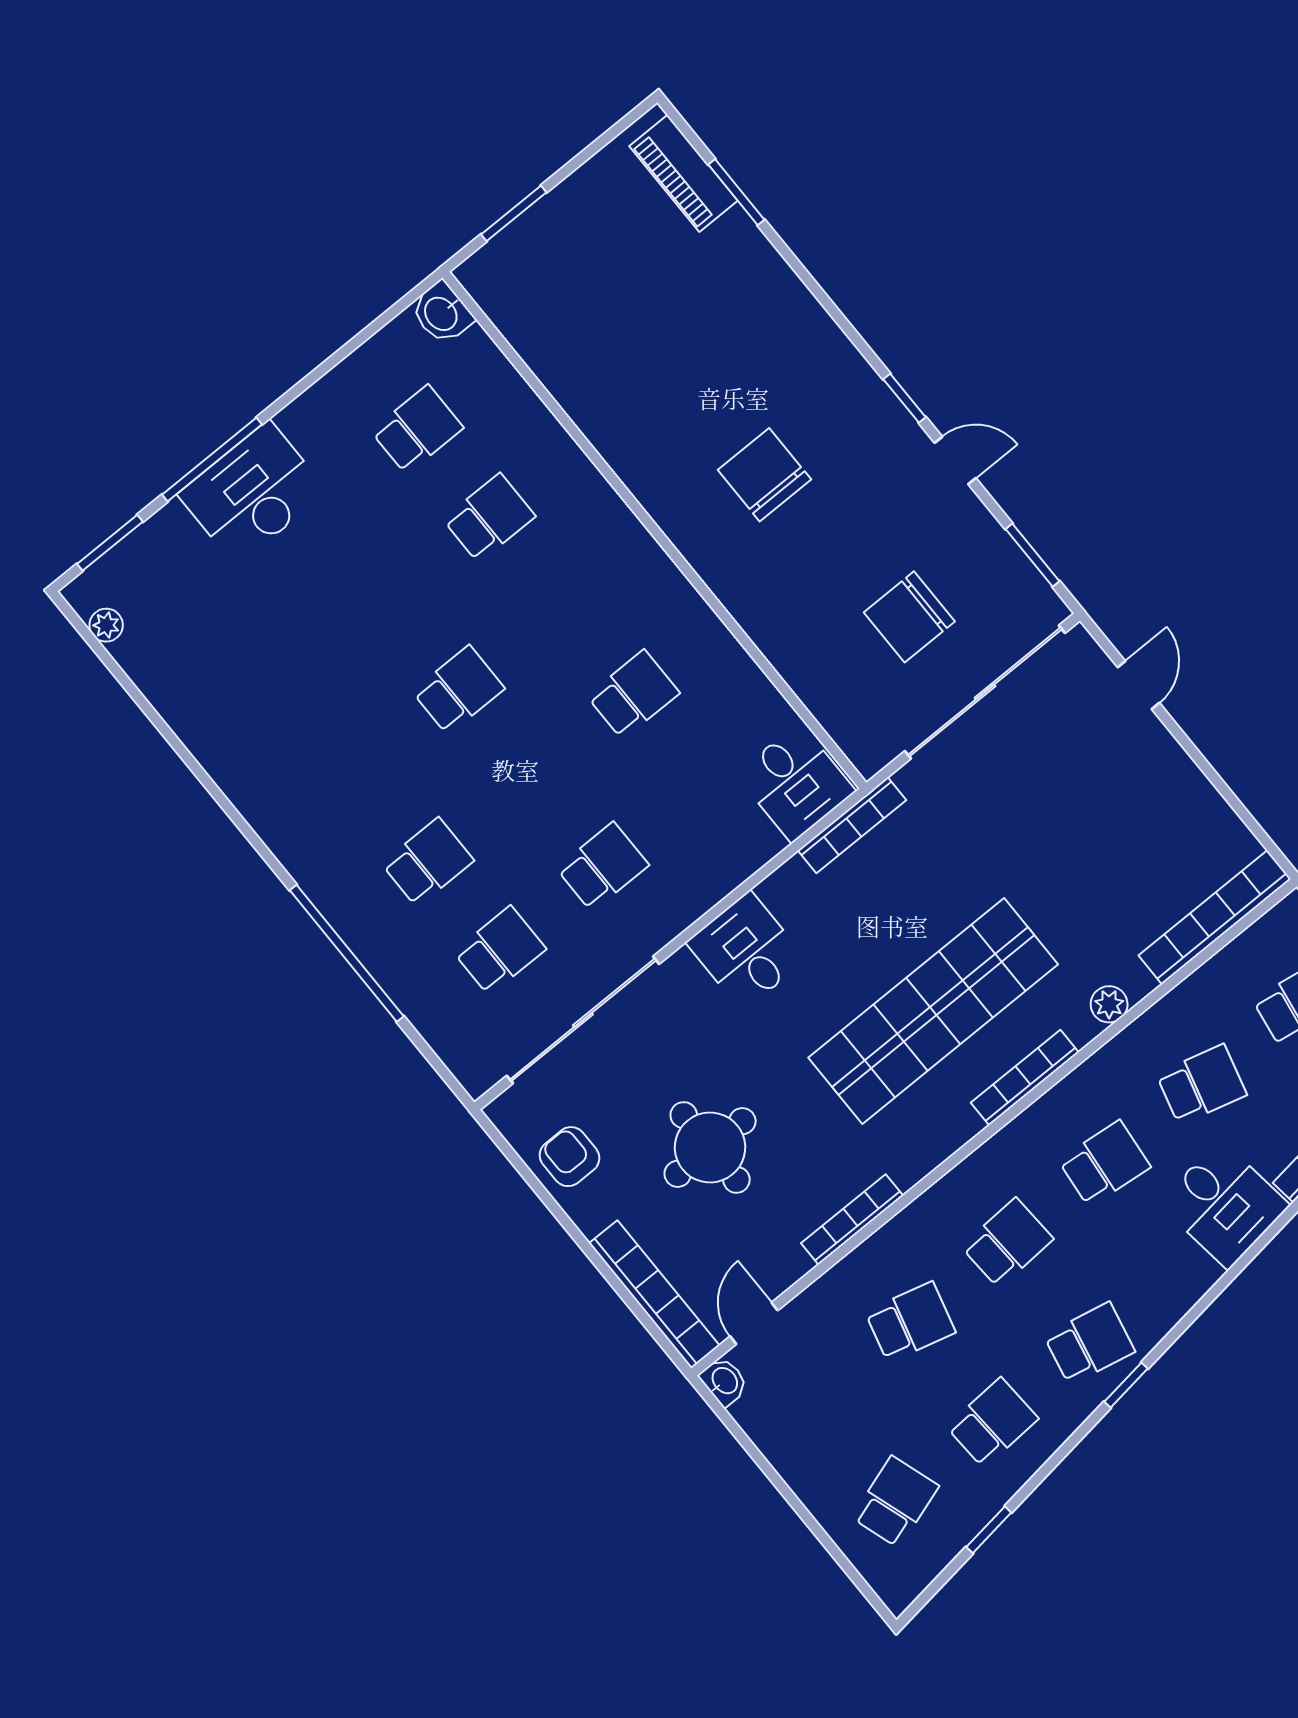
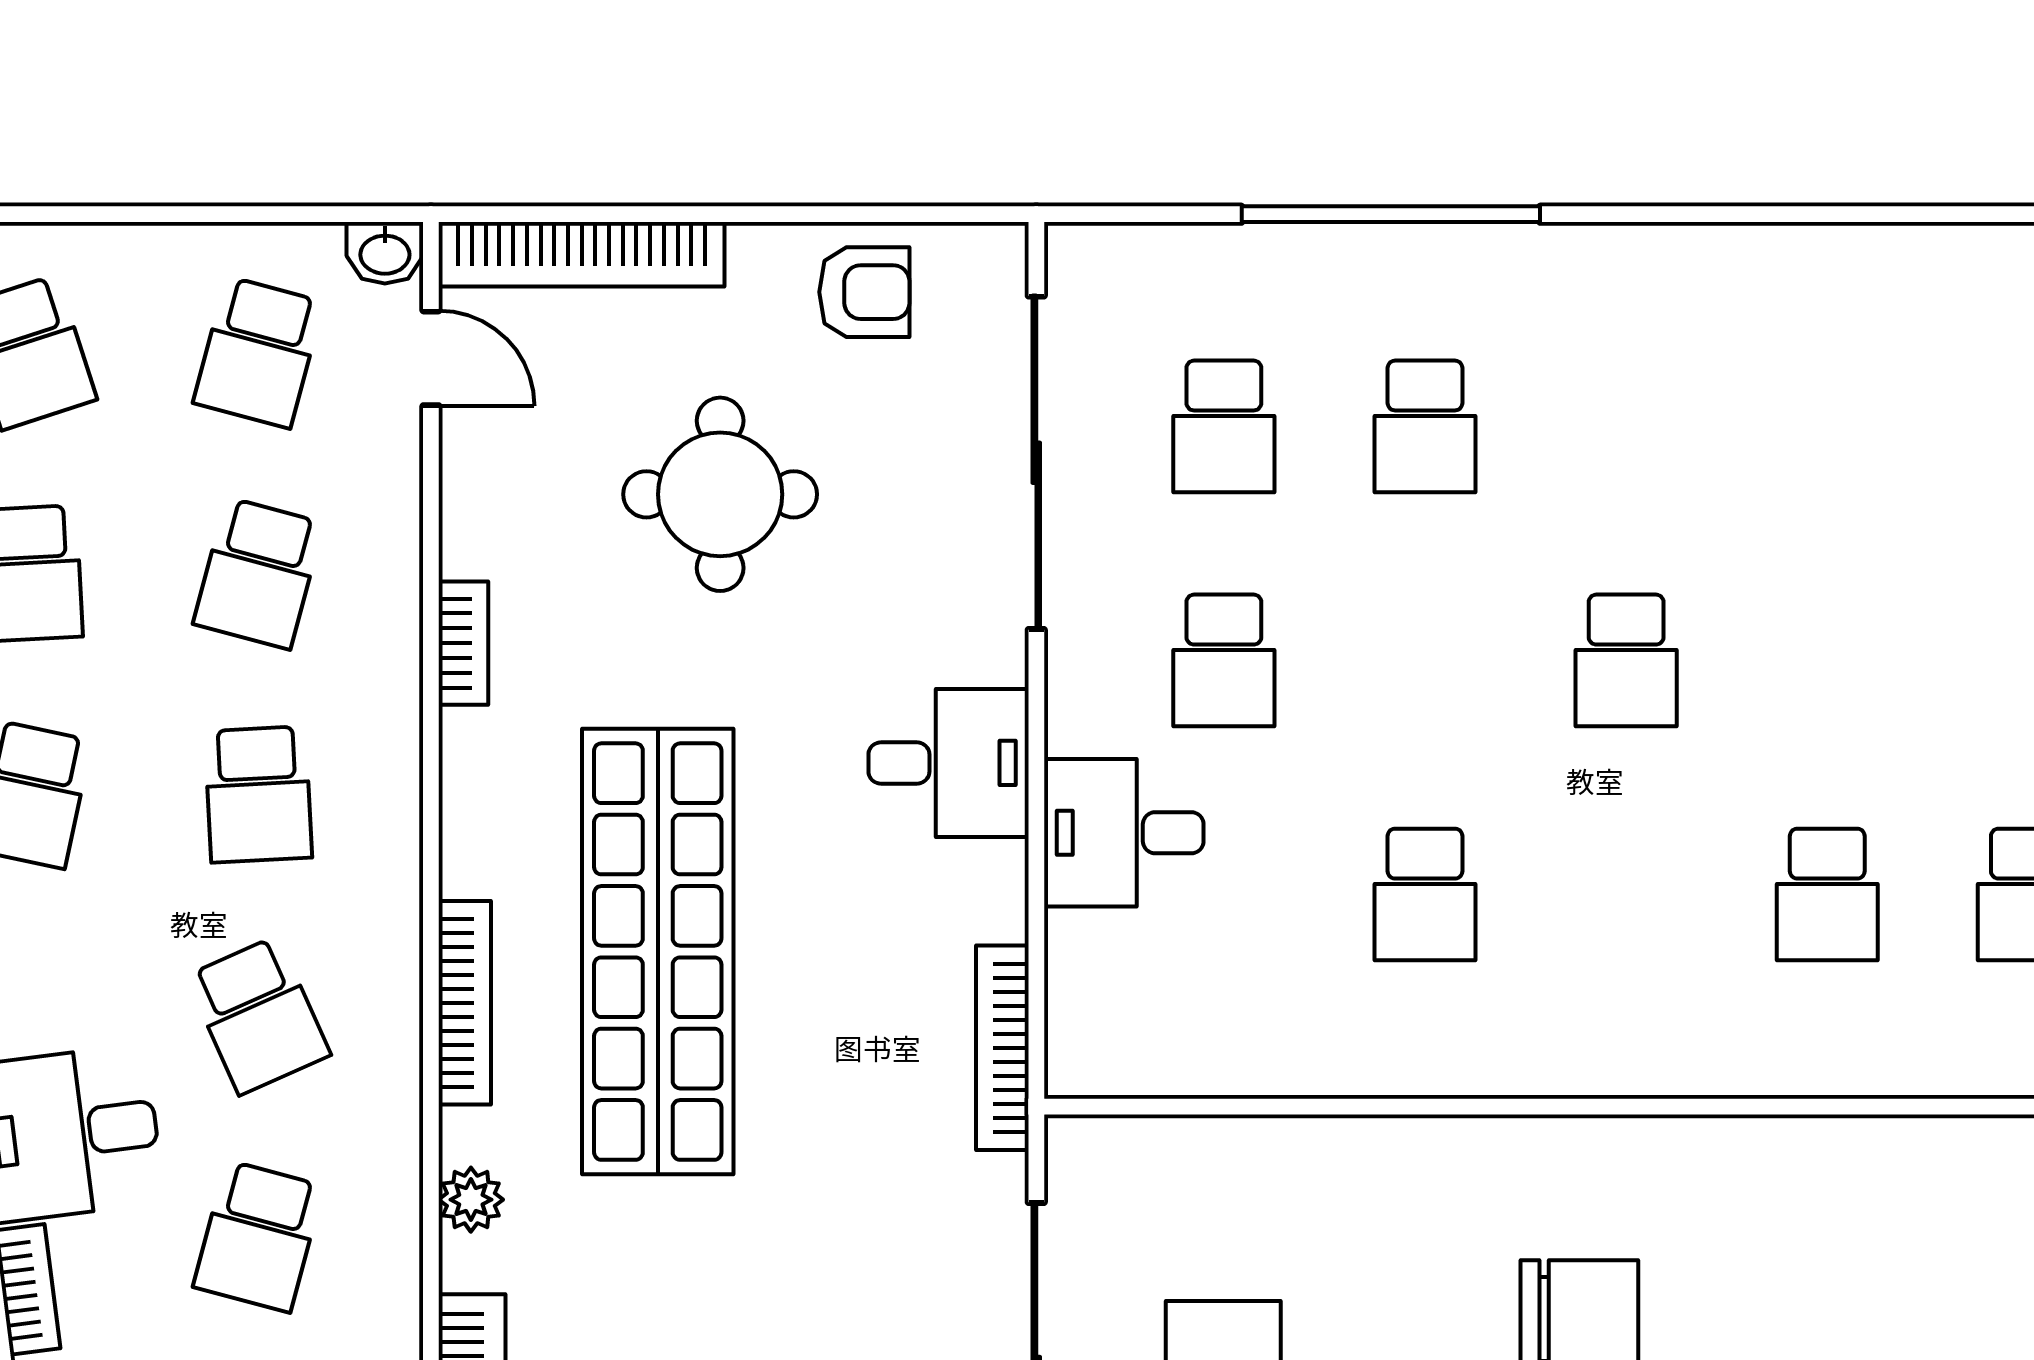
desk: (796, 783) -> (1124, 833), moved
school desk: (1104, 1164) -> (258, 1015), turned -30
bookcase: (852, 1219) -> (463, 643), width x0.64
school desk: (813, 1401) -> (258, 352), added

